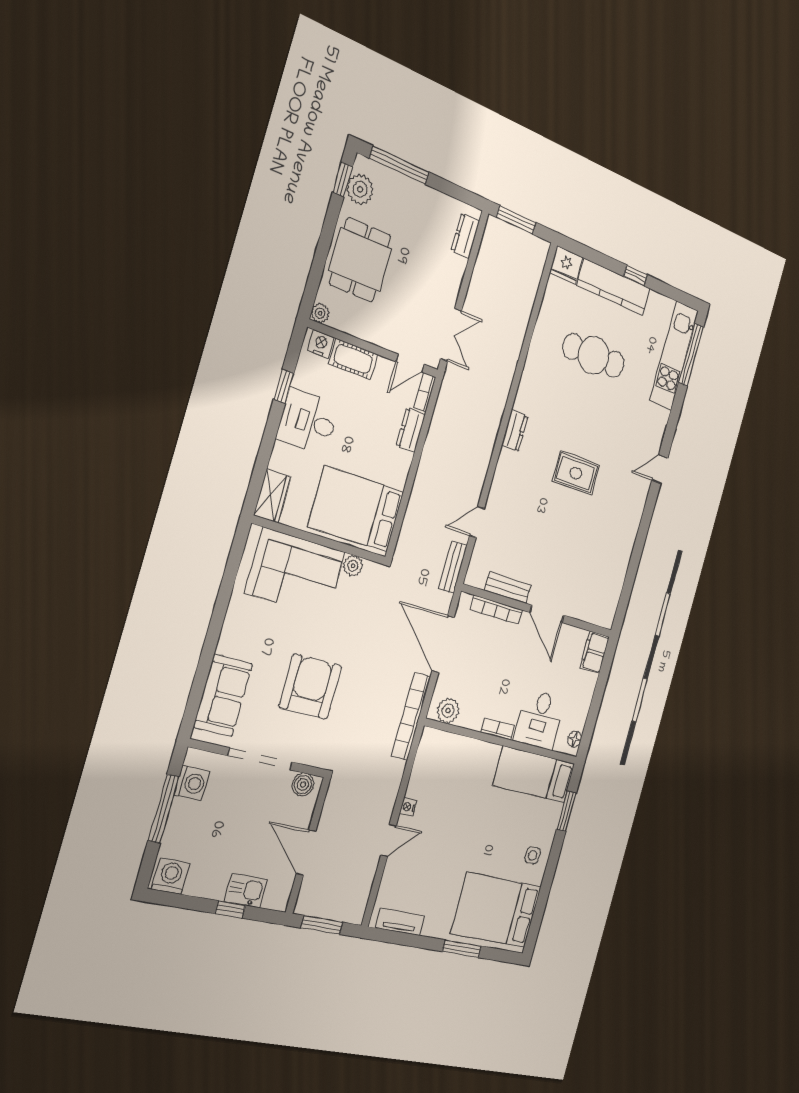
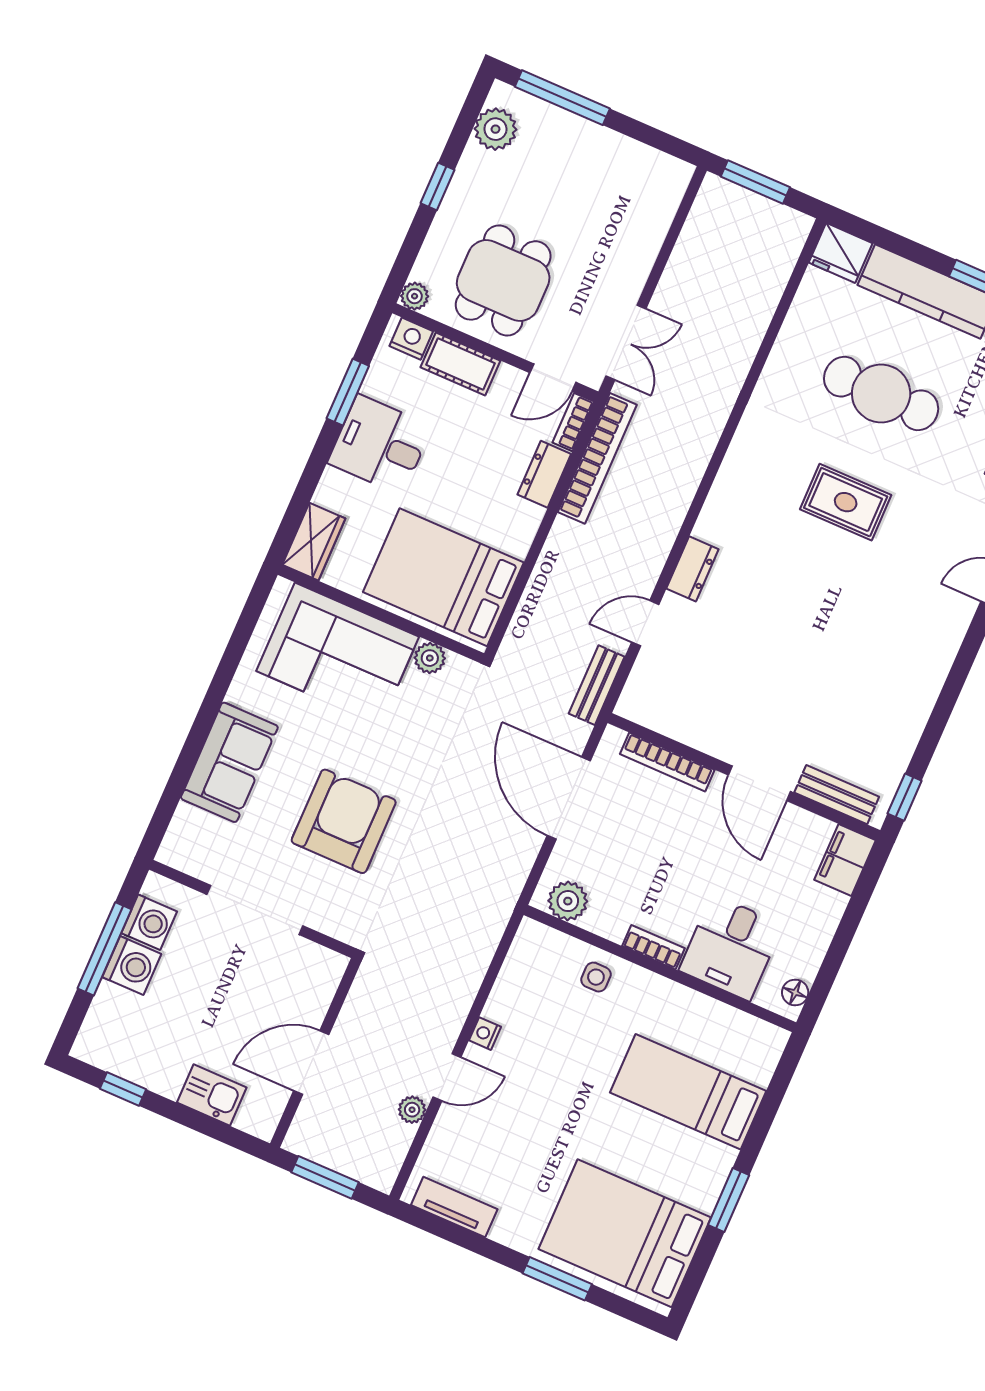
window: (343, 179) -> (438, 187), moved
dresser: (465, 236) -> (664, 201), removed
dining table: (360, 260) -> (503, 280), moved
window: (284, 386) -> (348, 392), width x1.50
dresser: (515, 431) -> (692, 569), moved
rug: (576, 473) -> (846, 502), moved
bench: (508, 588) -> (837, 795), moved
window: (622, 608) -> (905, 797), added
sofa: (223, 695) -> (229, 762), moved
bookcase: (411, 717) -> (597, 458), moved, turned 180
bed: (534, 775) -> (688, 1092), moved
boiler: (303, 784) -> (317, 961), removed
window: (566, 811) -> (729, 1200), moved
door: (306, 852) -> (311, 1063), hinge flipped
side table: (533, 855) -> (596, 977), moved
plant: (370, 867) -> (412, 1110), added
washing machine: (171, 876) -> (132, 966), moved, turned 90
window: (230, 909) -> (123, 1089), moved

